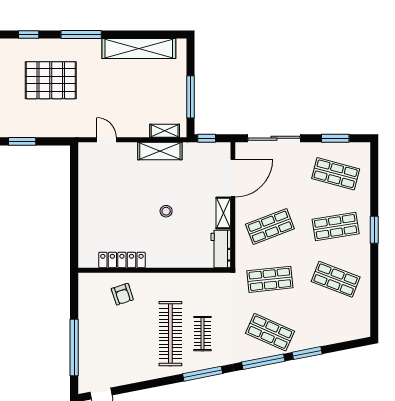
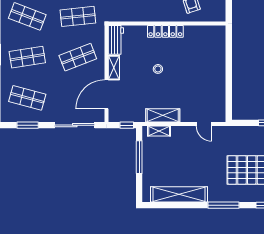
locker: (122, 260) -> (165, 31), moved

